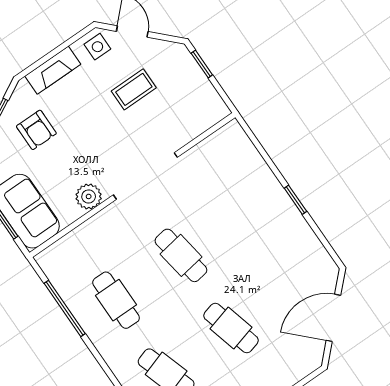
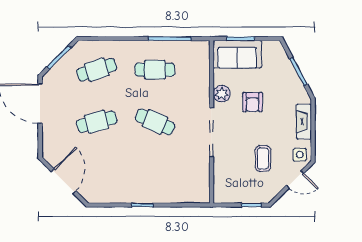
armchair: (36, 130) -> (252, 102), moved, turned -90
cafe table: (181, 255) -> (155, 122), turned 33

